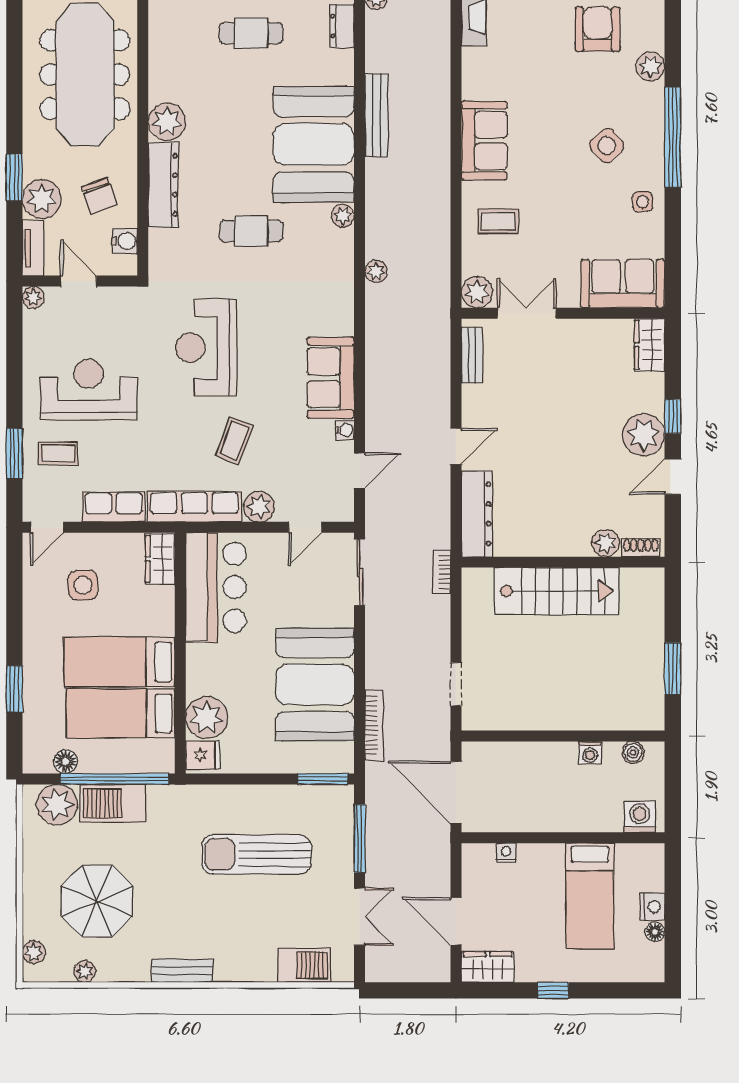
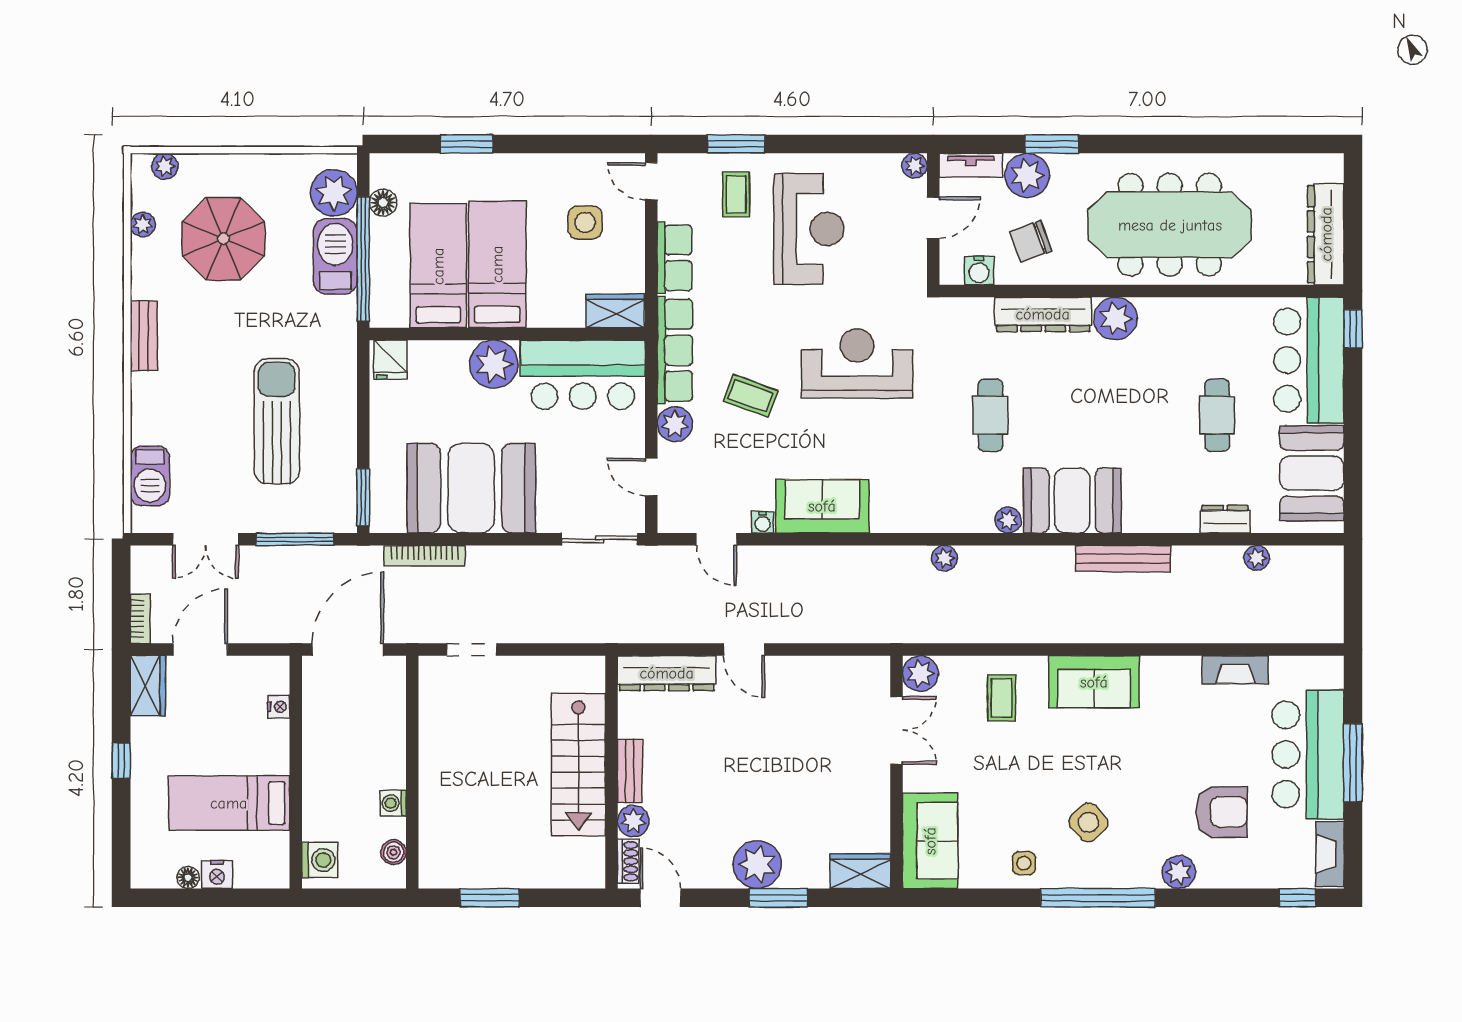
booth: (314, 144) -> (1072, 500), width x0.73, depth x0.70
bench: (472, 355) -> (630, 771), moved, turned 90
window: (673, 416) -> (778, 898), width x1.50
door: (673, 477) -> (660, 898), moved
bookcase: (442, 572) -> (140, 619), moved, turned 90
plant: (207, 717) -> (494, 364), moved

